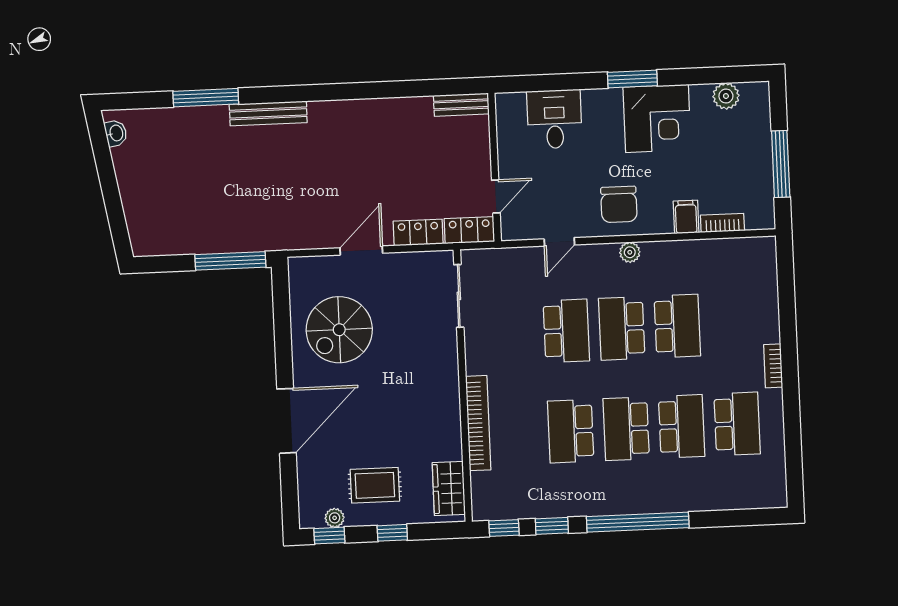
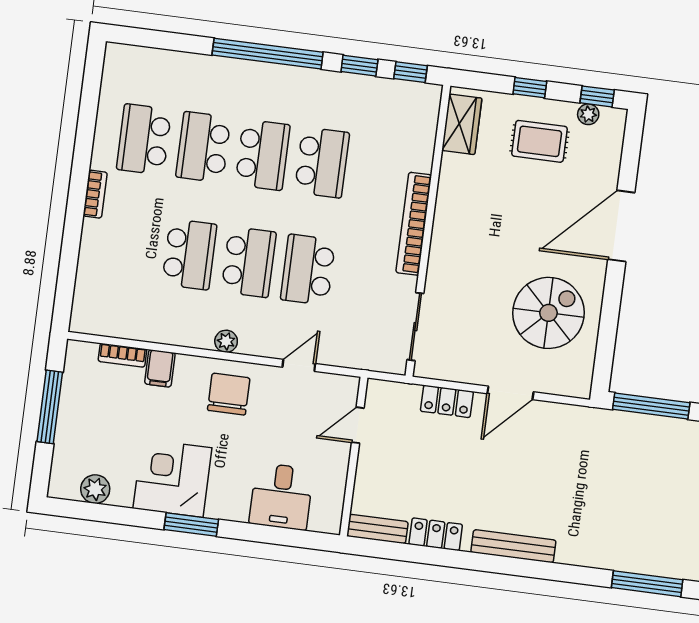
bench: (268, 113) -> (513, 546), moved
locker: (469, 230) -> (436, 534), moved, turned 180
school desk: (677, 326) -> (189, 254), turned 180
bookcase: (478, 423) -> (414, 224), moved

